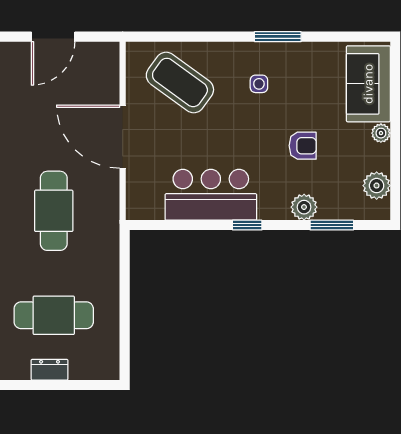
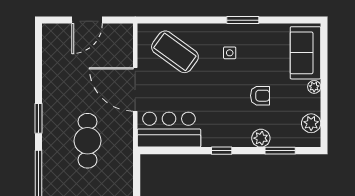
bar counter: (211, 195) -> (169, 130), moved

